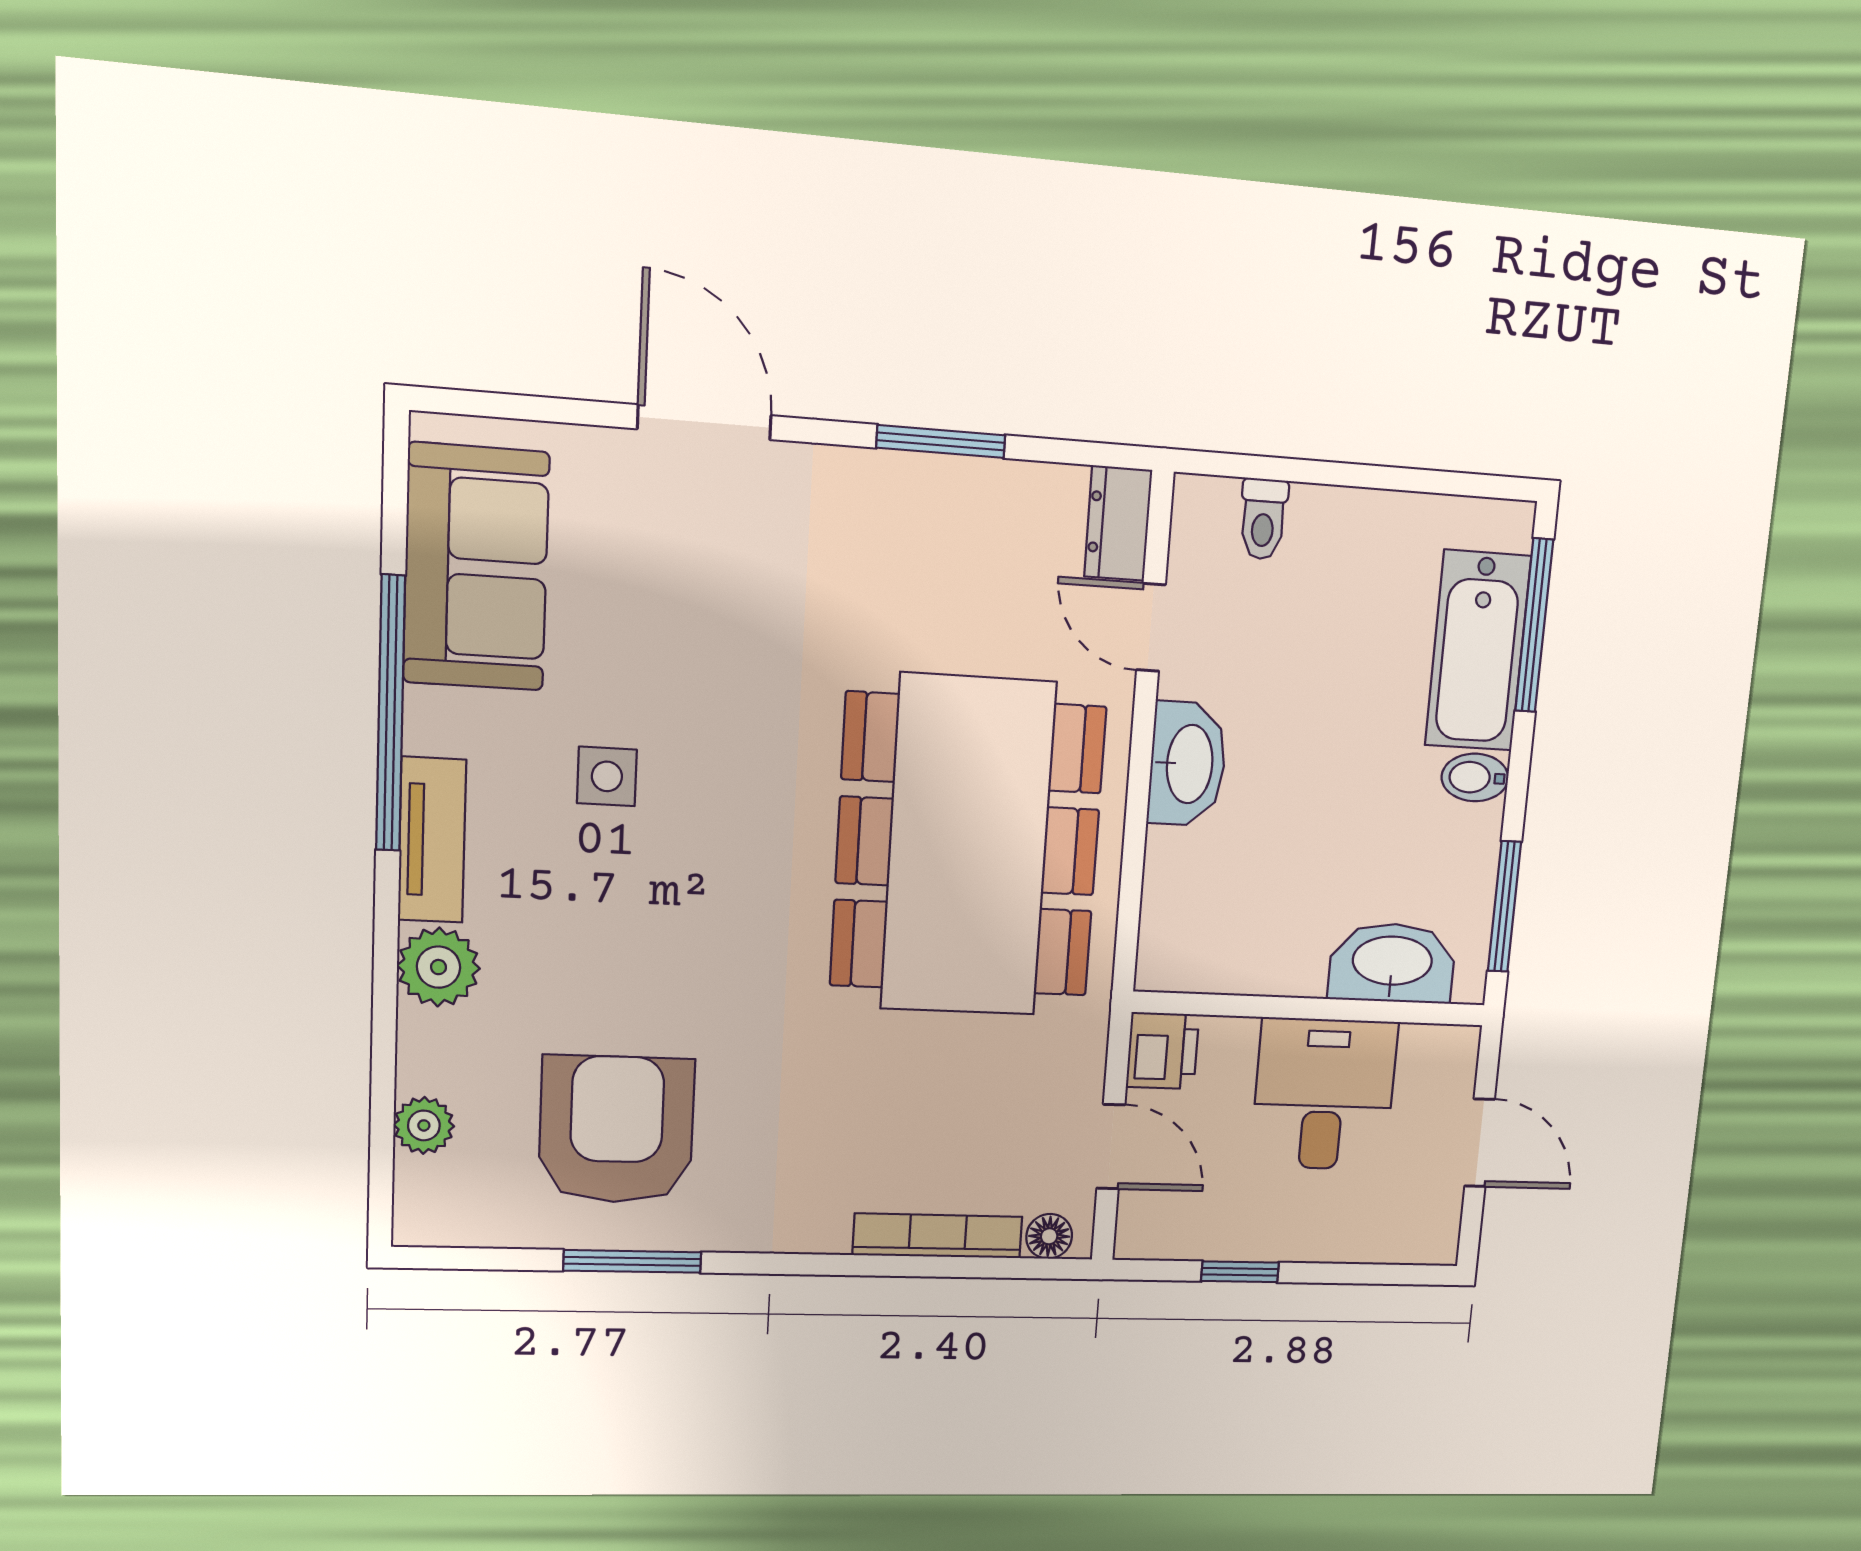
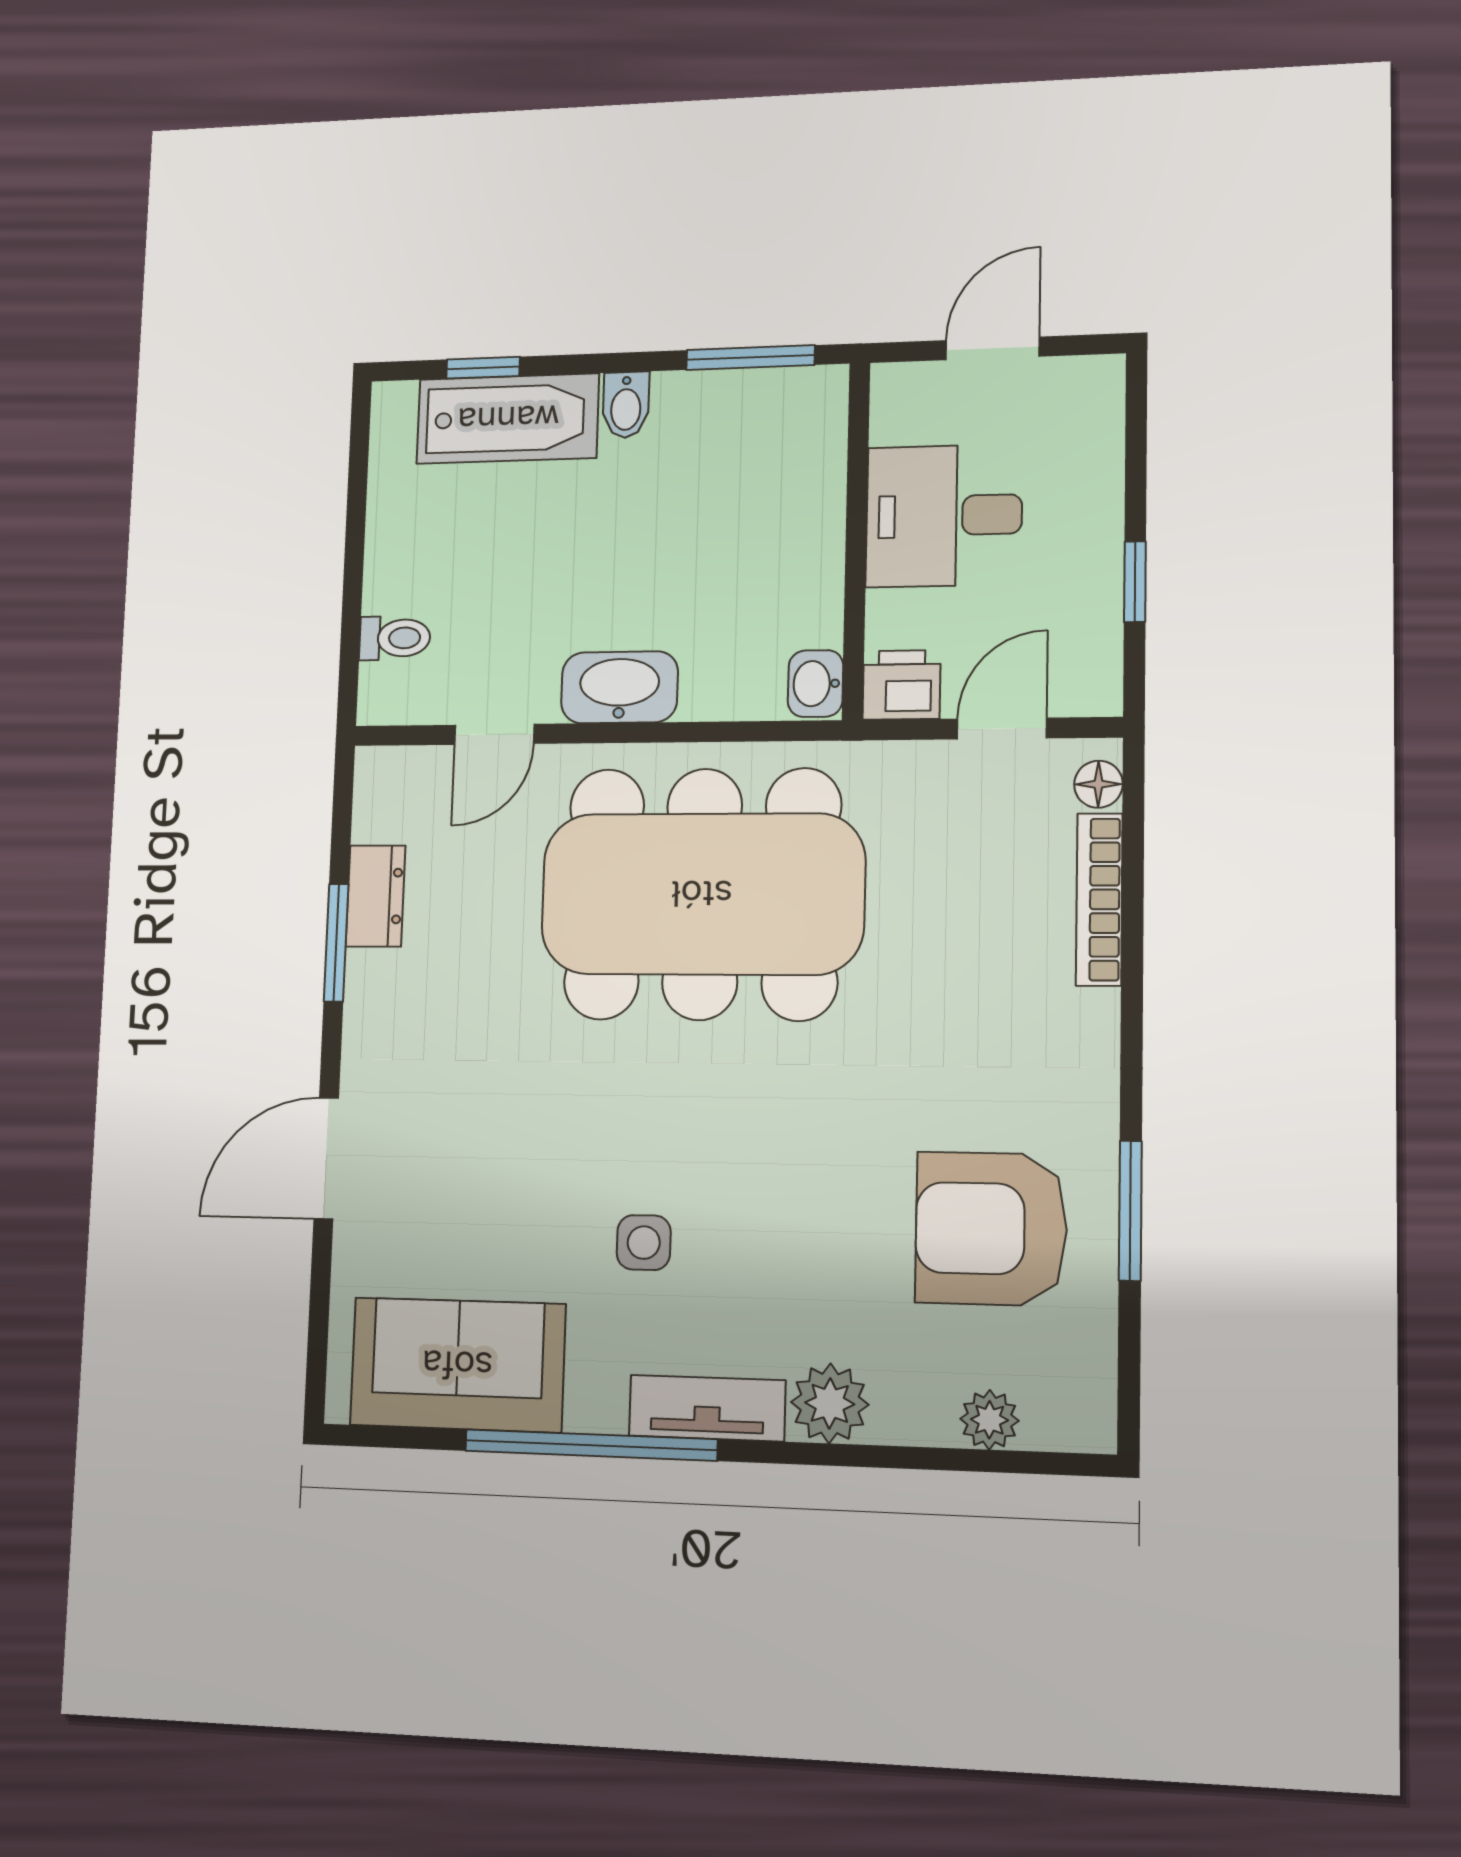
dresser: (1118, 523) -> (376, 896), moved, turned -90
window: (1534, 625) -> (483, 368), width x0.46
washbasin: (1392, 963) -> (815, 684), moved, width x0.52, depth x0.69

